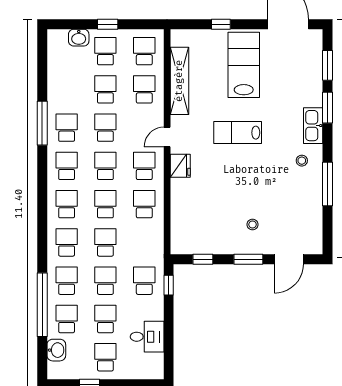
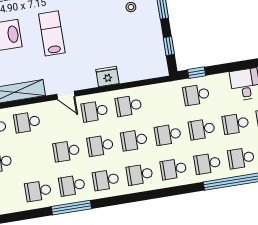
school desk: (105, 89) -> (38, 191), moved
lab bench: (238, 133) -> (52, 33), turned 180
fridge: (180, 166) -> (107, 77), moved

